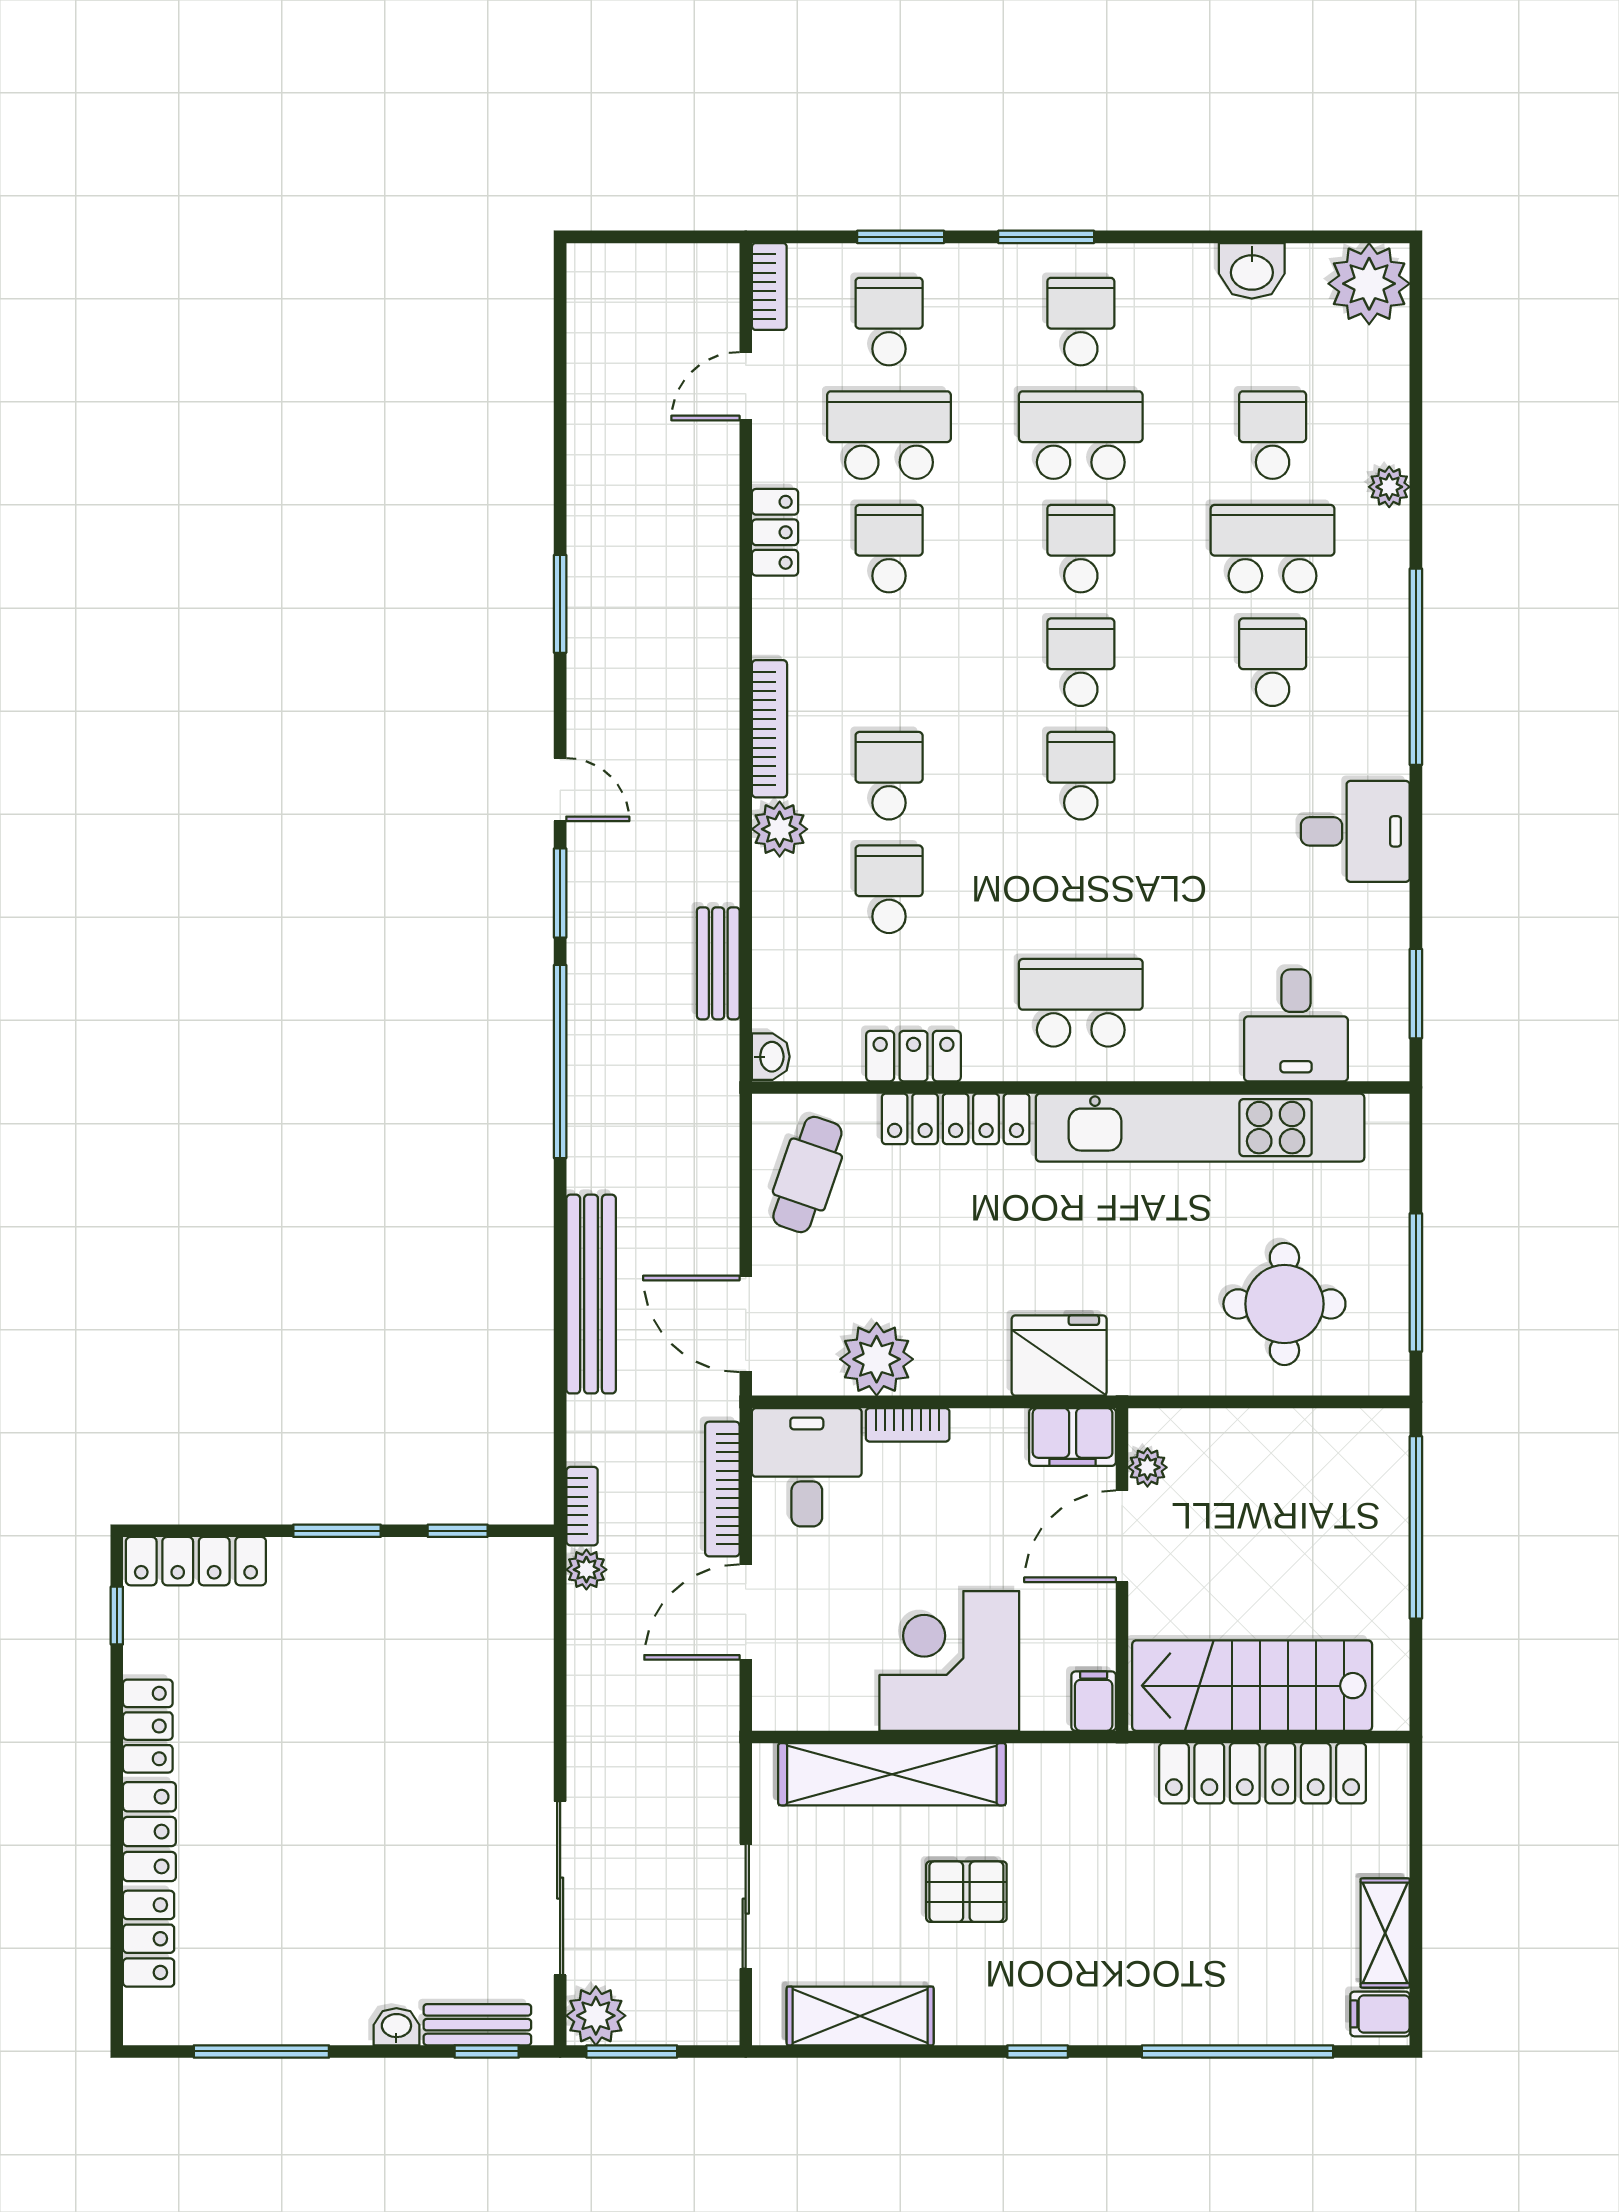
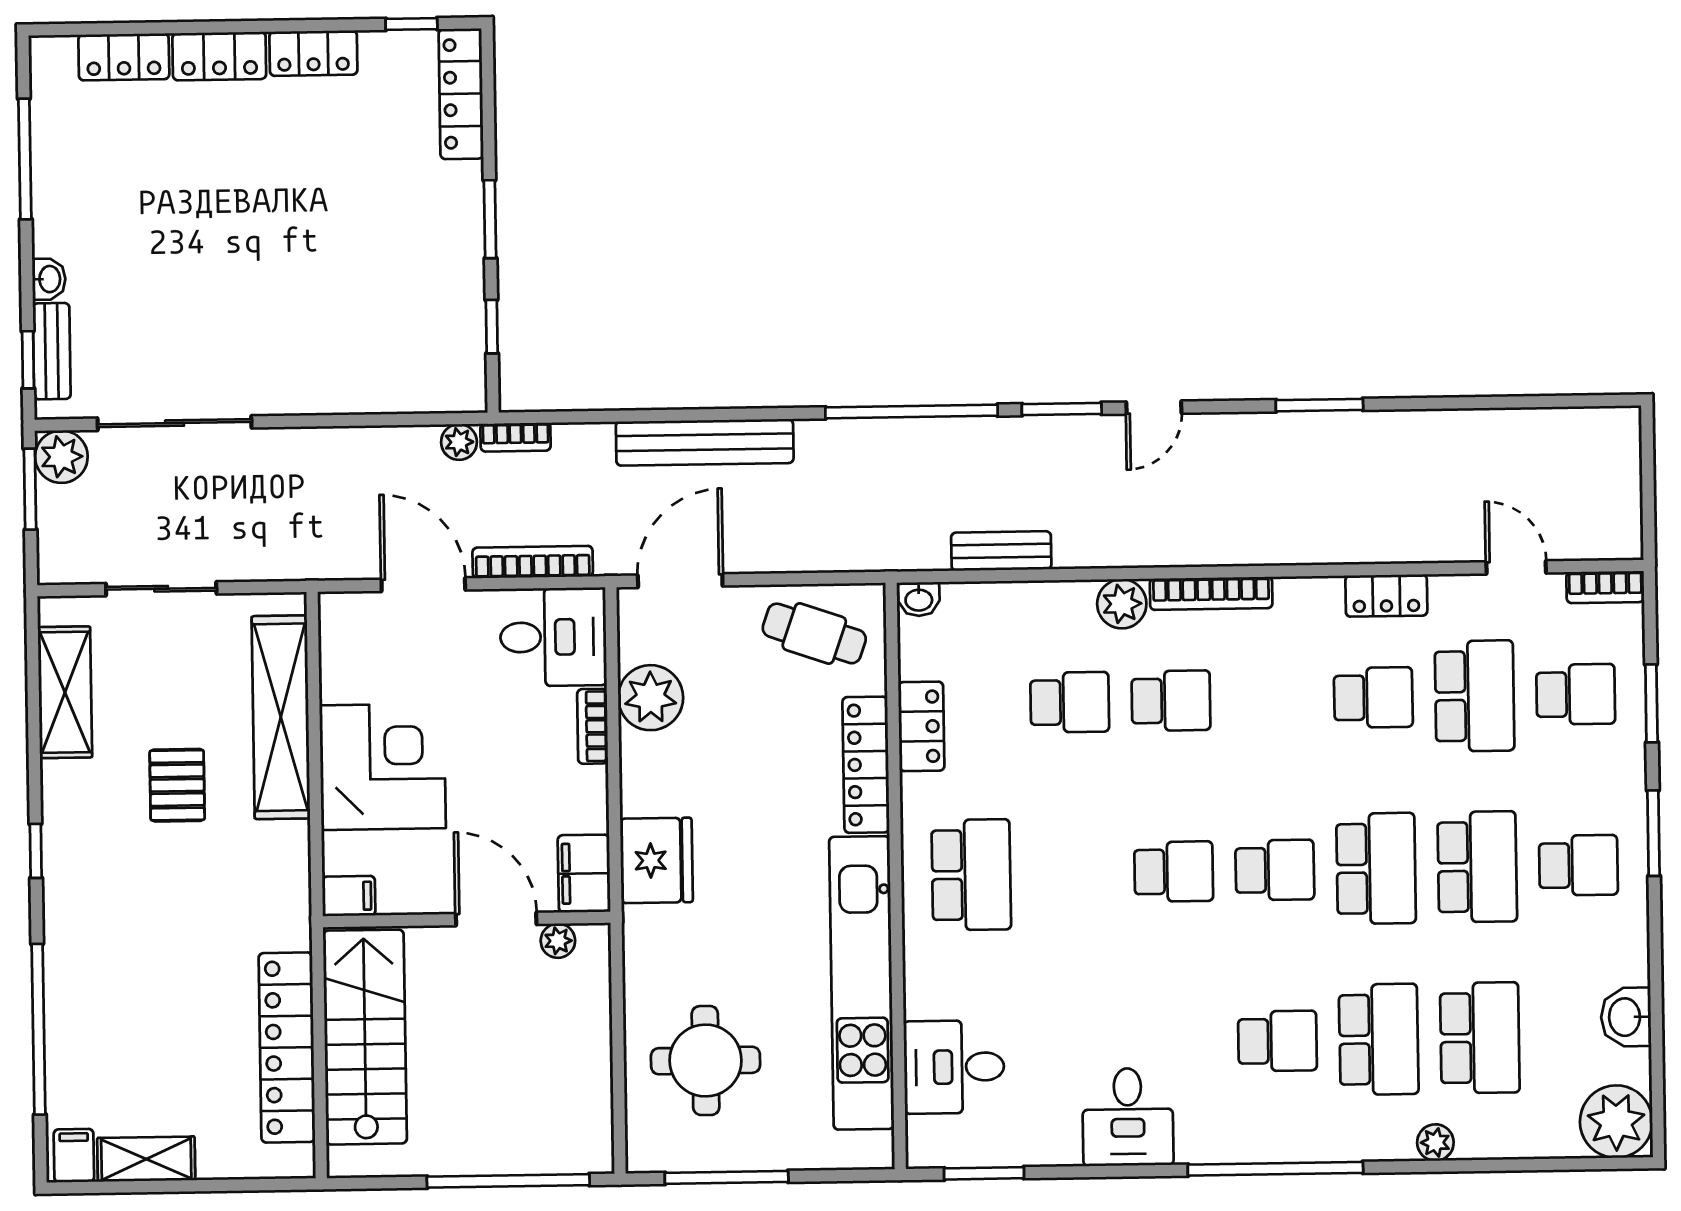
school desk: (1273, 435) -> (1480, 1038), width x1.85
school desk: (1081, 549) -> (1376, 868), width x1.85

